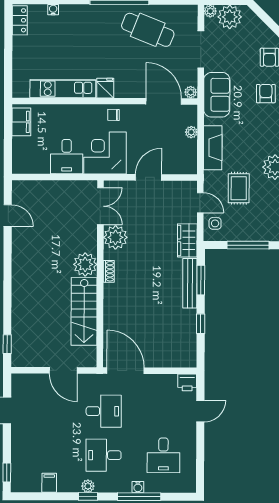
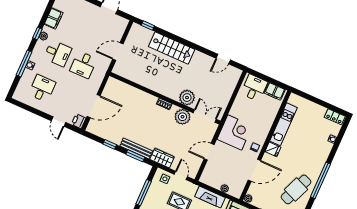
door: (164, 101) -> (254, 170), moved
desk: (67, 157) -> (254, 88), moved, turned 90
door: (149, 177) -> (209, 152), swing flipped
door: (200, 203) -> (181, 175), swing flipped
double door: (100, 206) -> (205, 116), swing flipped
plant: (85, 264) -> (187, 98), moved
stairs: (84, 311) -> (172, 48), moved, turned 180
door: (126, 371) -> (94, 106), moved
desk: (104, 455) -> (58, 53), turned 90
desk: (163, 455) -> (42, 88), turned 90
filing cabinet: (49, 483) -> (54, 18), width x2.00

